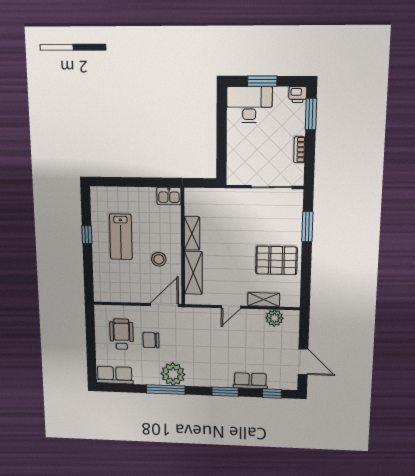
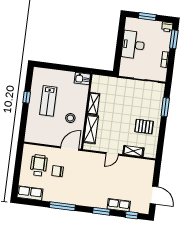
desk: (249, 104) -> (133, 45), moved, turned -90
pallet: (276, 260) -> (144, 127), width x0.67, depth x0.71
plant: (274, 318) -> (139, 164), removed
plant: (173, 374) -> (69, 196), removed

